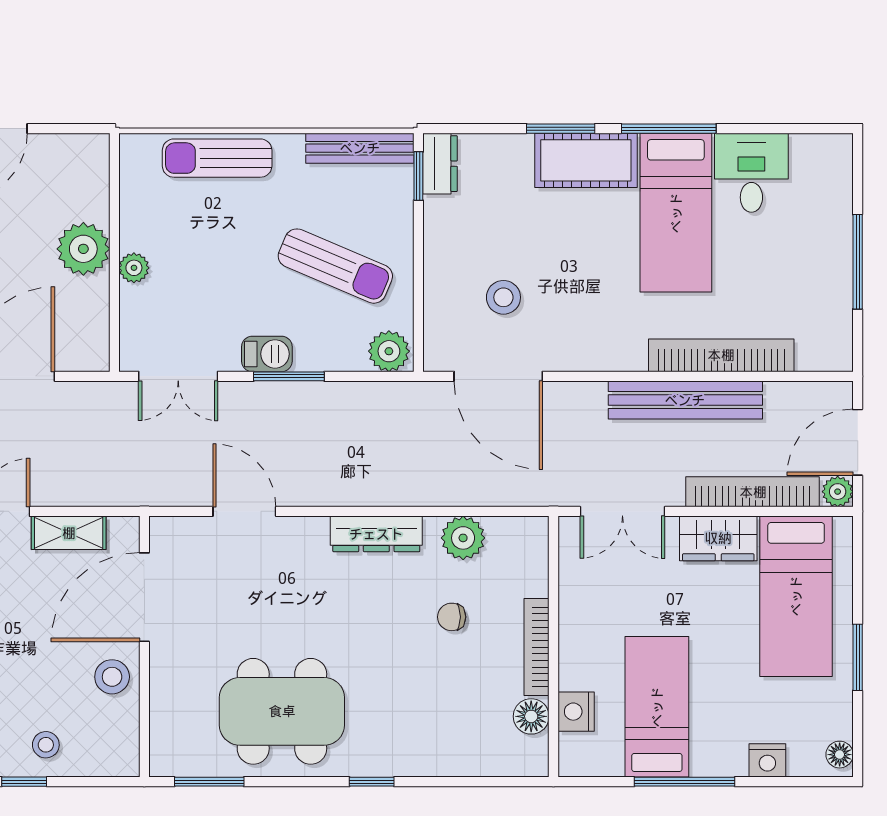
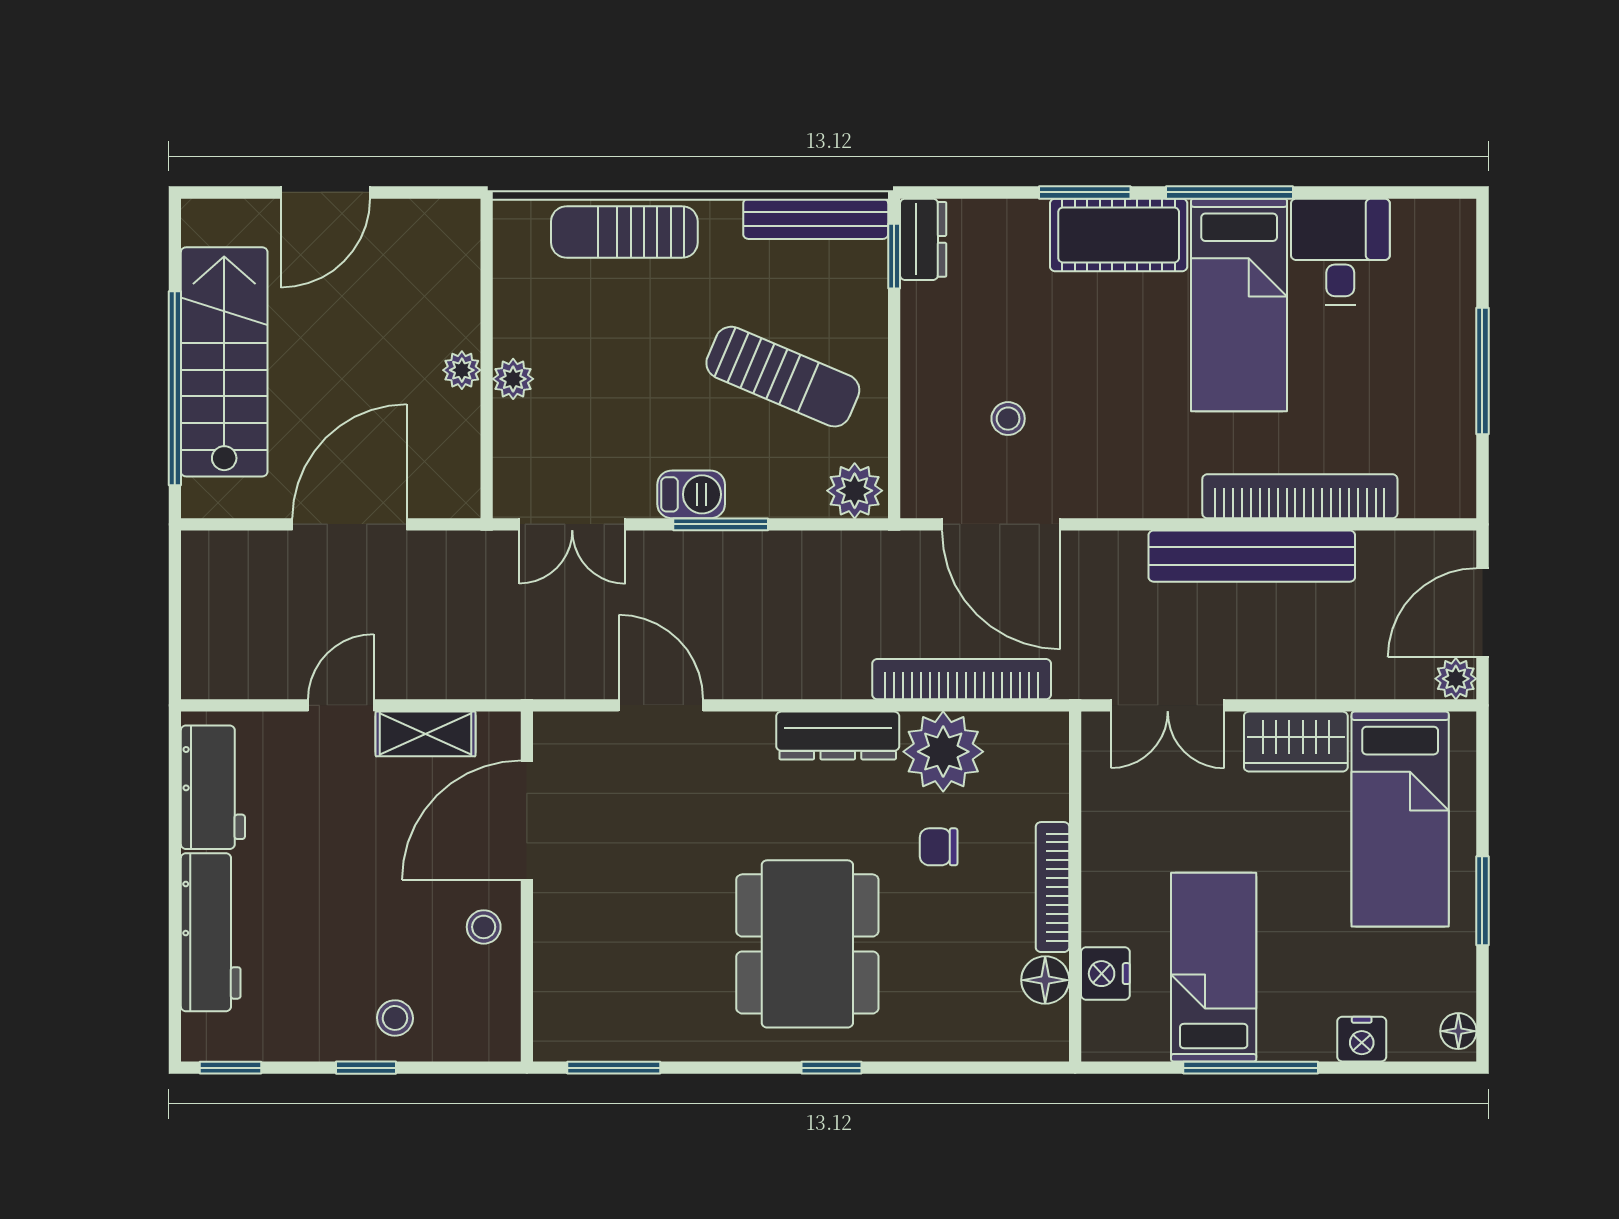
plant: (83, 249) -> (462, 370), width x0.53, depth x0.53
stool: (503, 297) -> (1008, 419), width x0.73, depth x0.73
bookcase: (753, 492) -> (962, 679), moved
plant: (463, 538) -> (943, 752), width x1.36, depth x1.36
stool: (112, 677) -> (484, 927), width x0.73, depth x0.73
dining table: (282, 711) -> (807, 944), moved, turned 90

